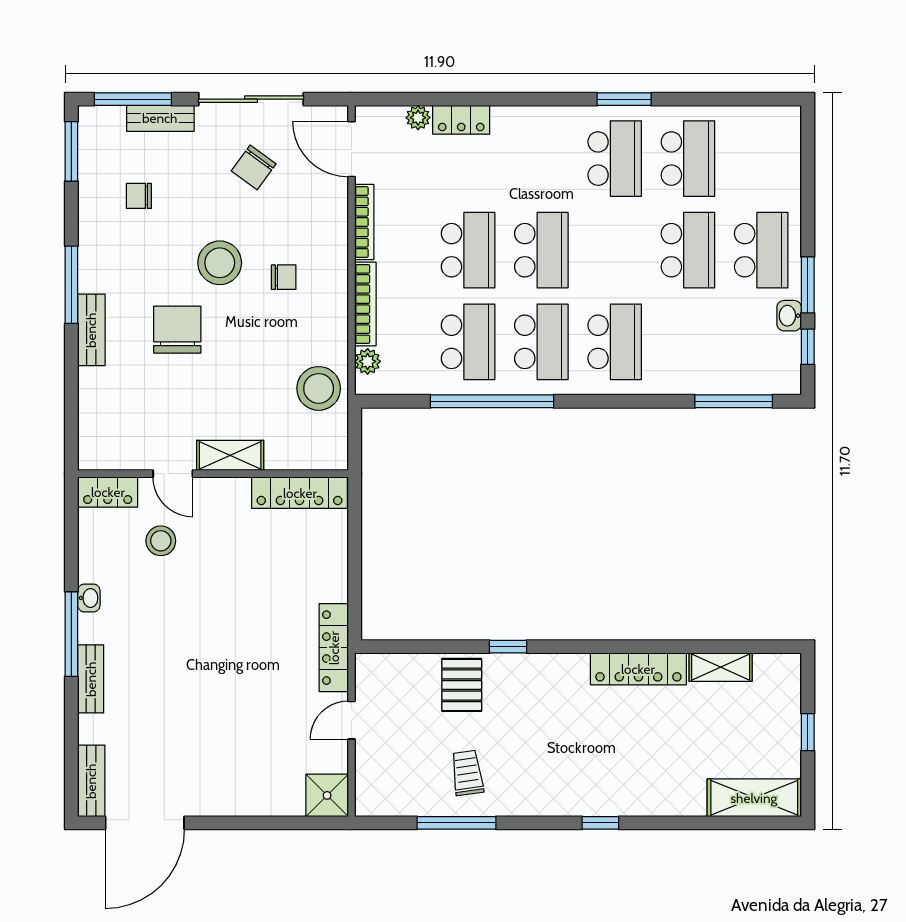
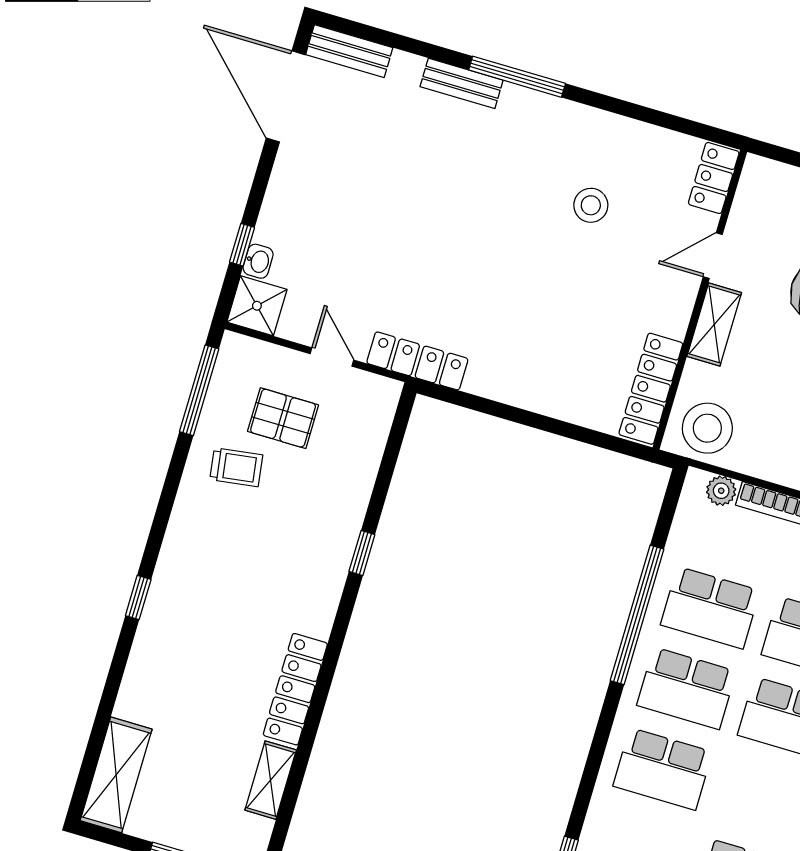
shelving: (230, 455) -> (714, 324), moved
door: (173, 474) -> (713, 256), moved
wall: (213, 474) -> (700, 300), moved
locker: (108, 492) -> (714, 178), moved
locker: (300, 493) -> (651, 389), moved
washbasin: (89, 598) -> (258, 261), moved, turned -90
pallet: (462, 685) -> (283, 418), moved
window: (280, 823) -> (242, 245), added
window: (457, 823) -> (199, 390), moved

